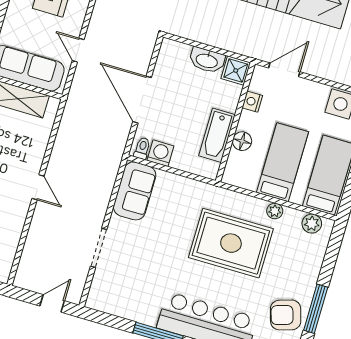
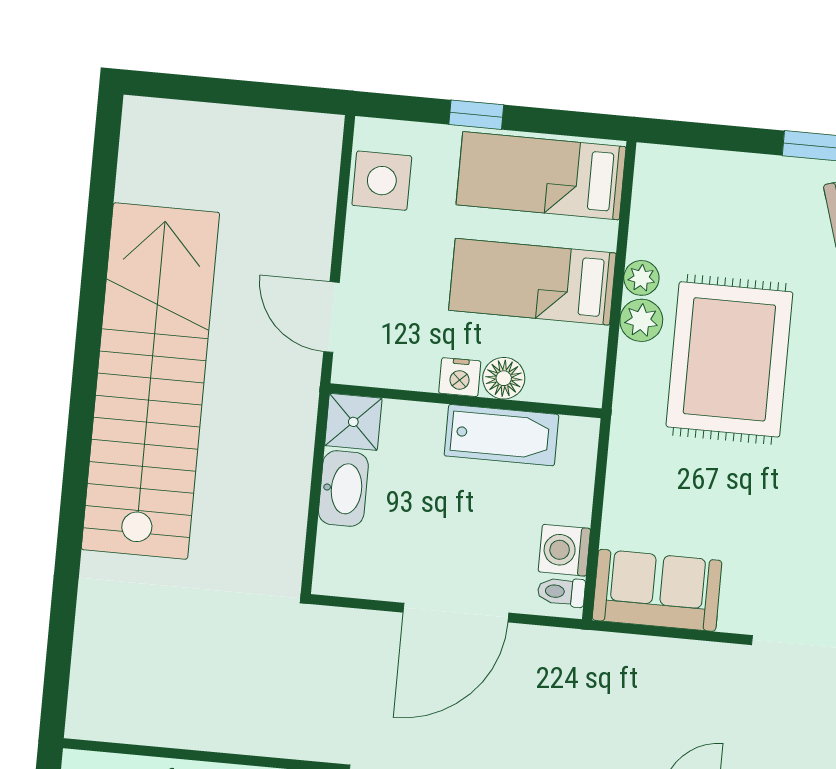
nightstand: (252, 102) -> (460, 377), moved
plant: (312, 224) -> (641, 320), moved

